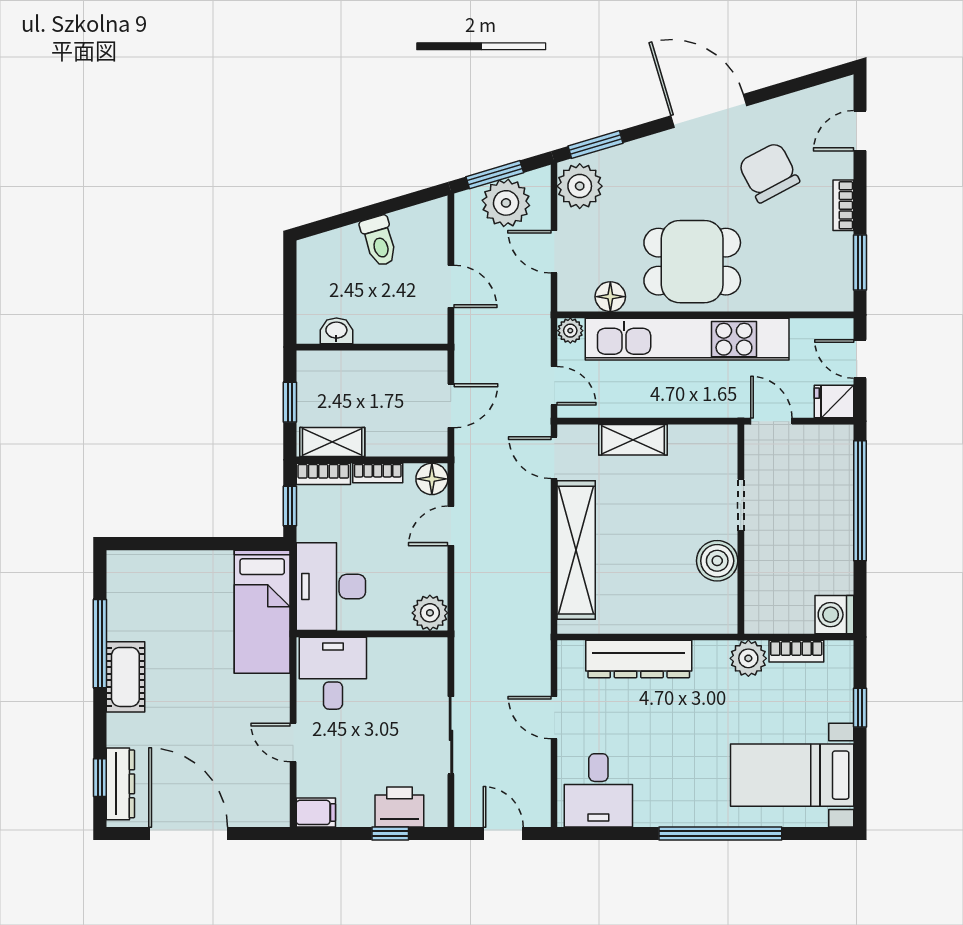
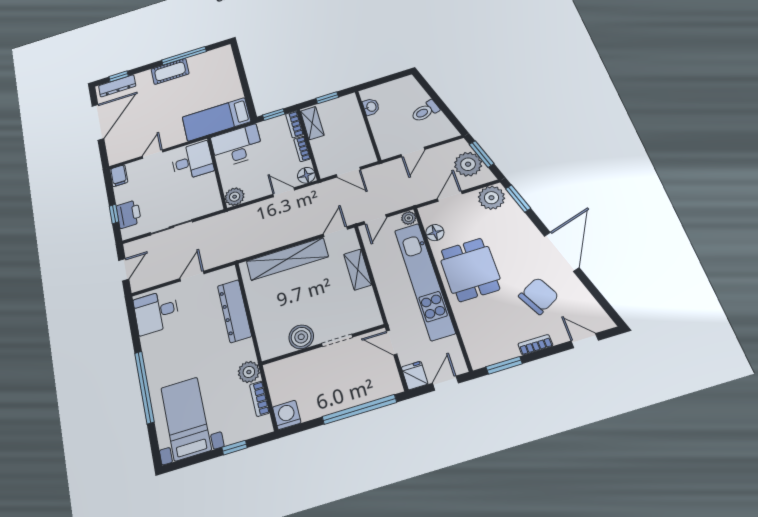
door: (771, 421) -> (392, 343), swing flipped

